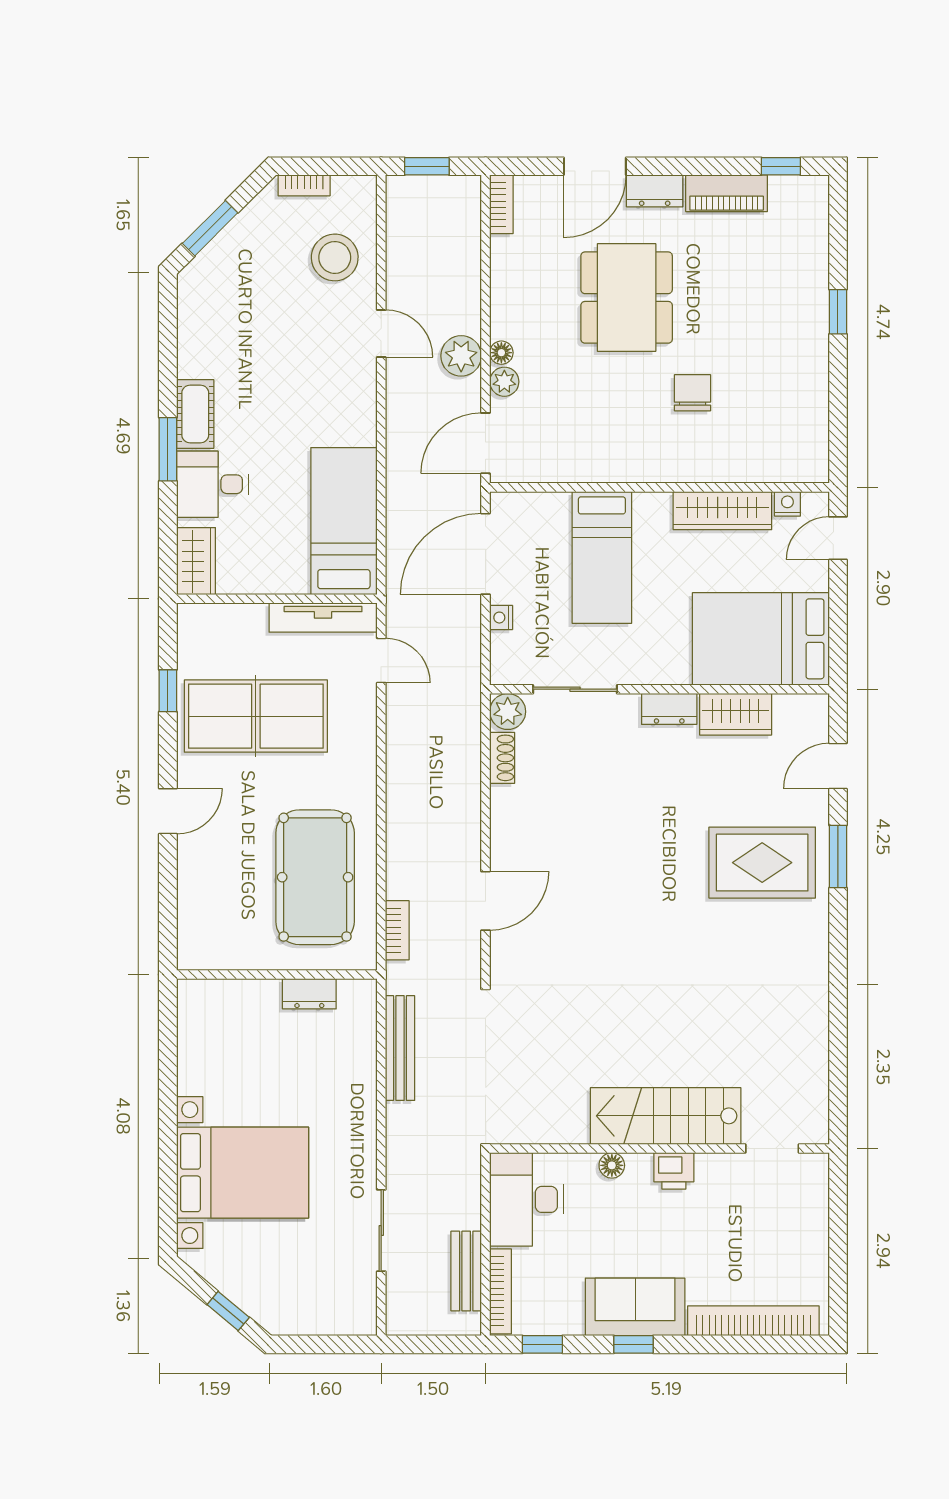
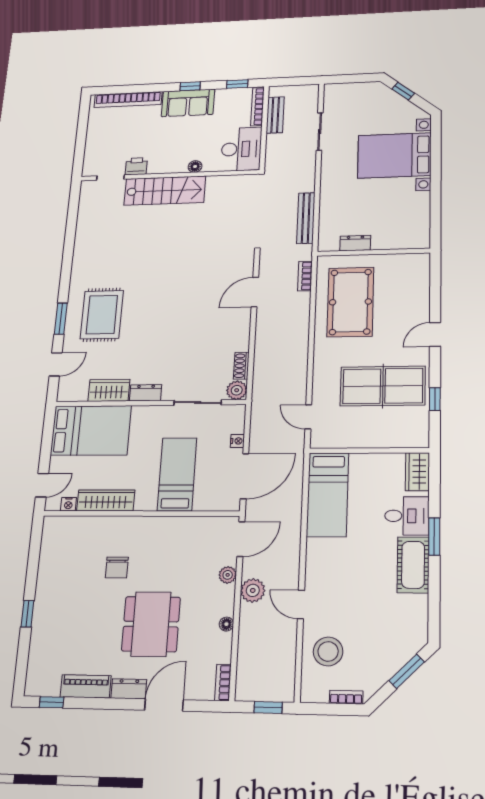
floor lamp: (501, 353) -> (226, 624), moved
cot: (195, 414) -> (413, 565), width x1.37, depth x1.34
tv unit: (323, 618) -> (342, 440), removed
rug: (762, 863) -> (102, 315), turned 90
printer: (674, 1171) -> (136, 166), moved

